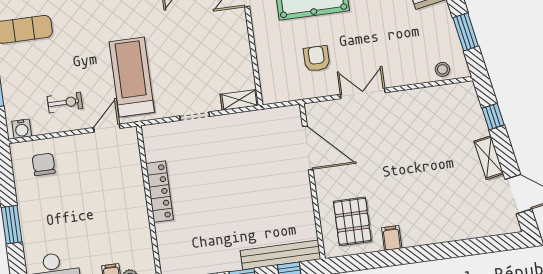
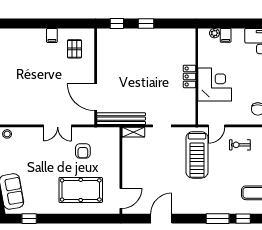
locker: (160, 192) -> (189, 76), width x0.66
corner desk: (119, 194) -> (215, 84), added
pallet: (352, 221) -> (74, 49), width x0.67, depth x0.71
bench: (281, 255) -> (121, 119), moved

